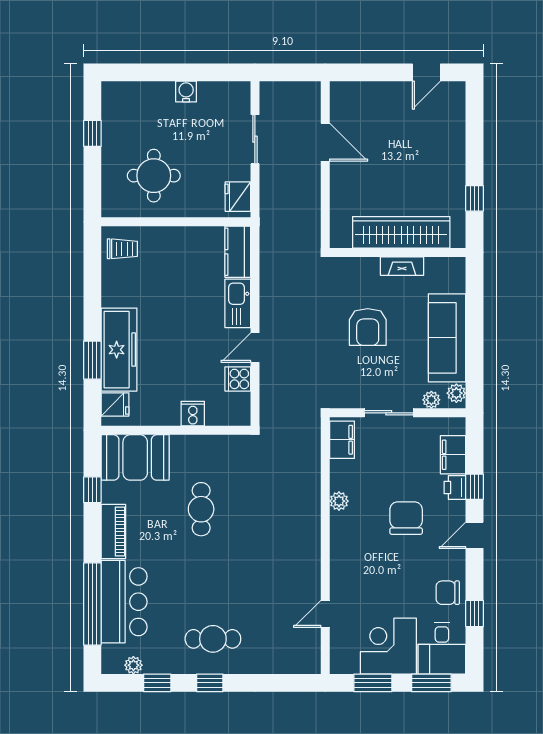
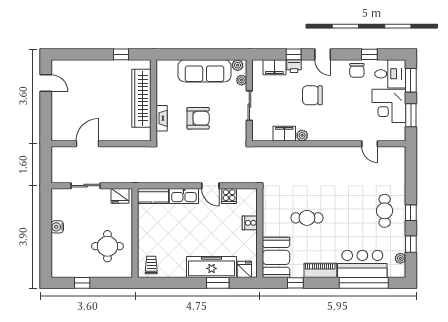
fireplace: (402, 266) -> (162, 118), moved
filing cabinet: (342, 440) -> (284, 134), moved

